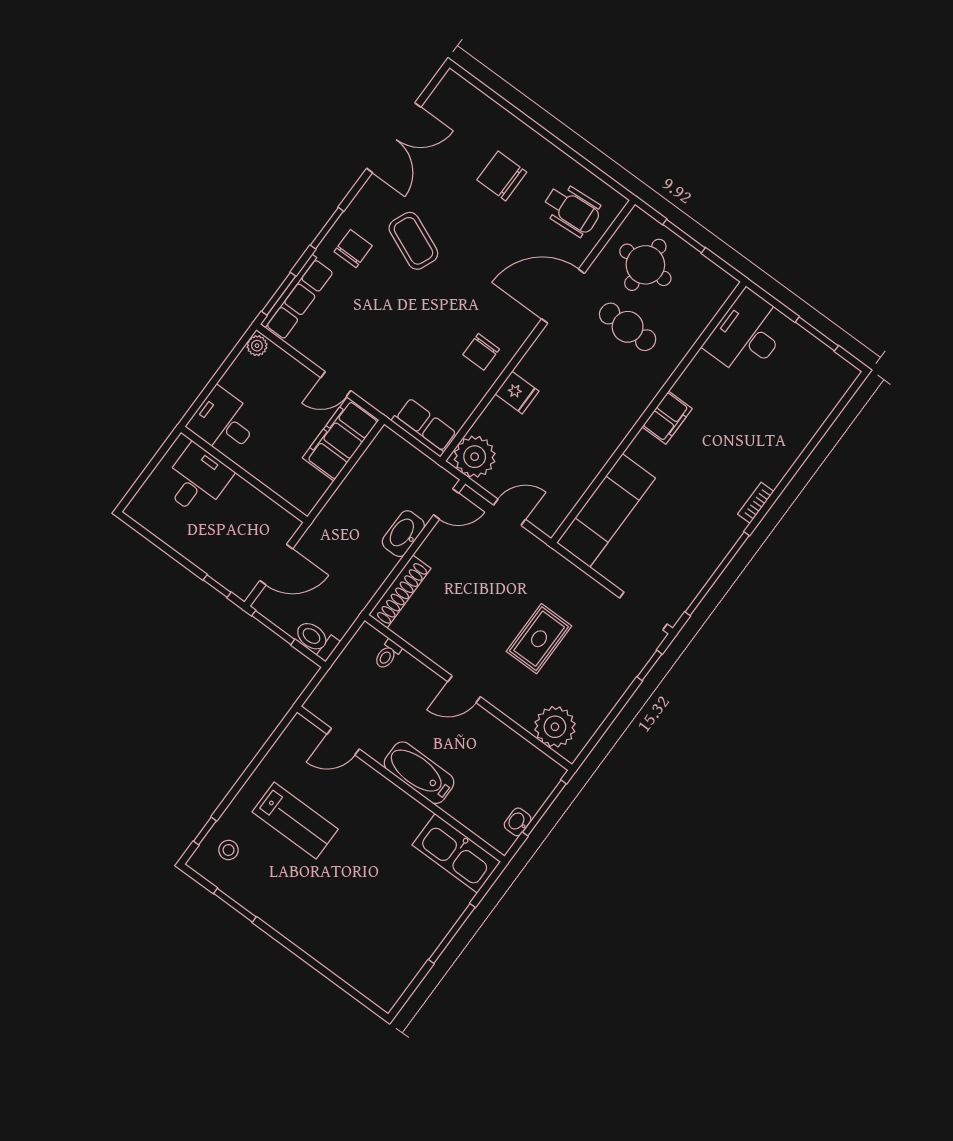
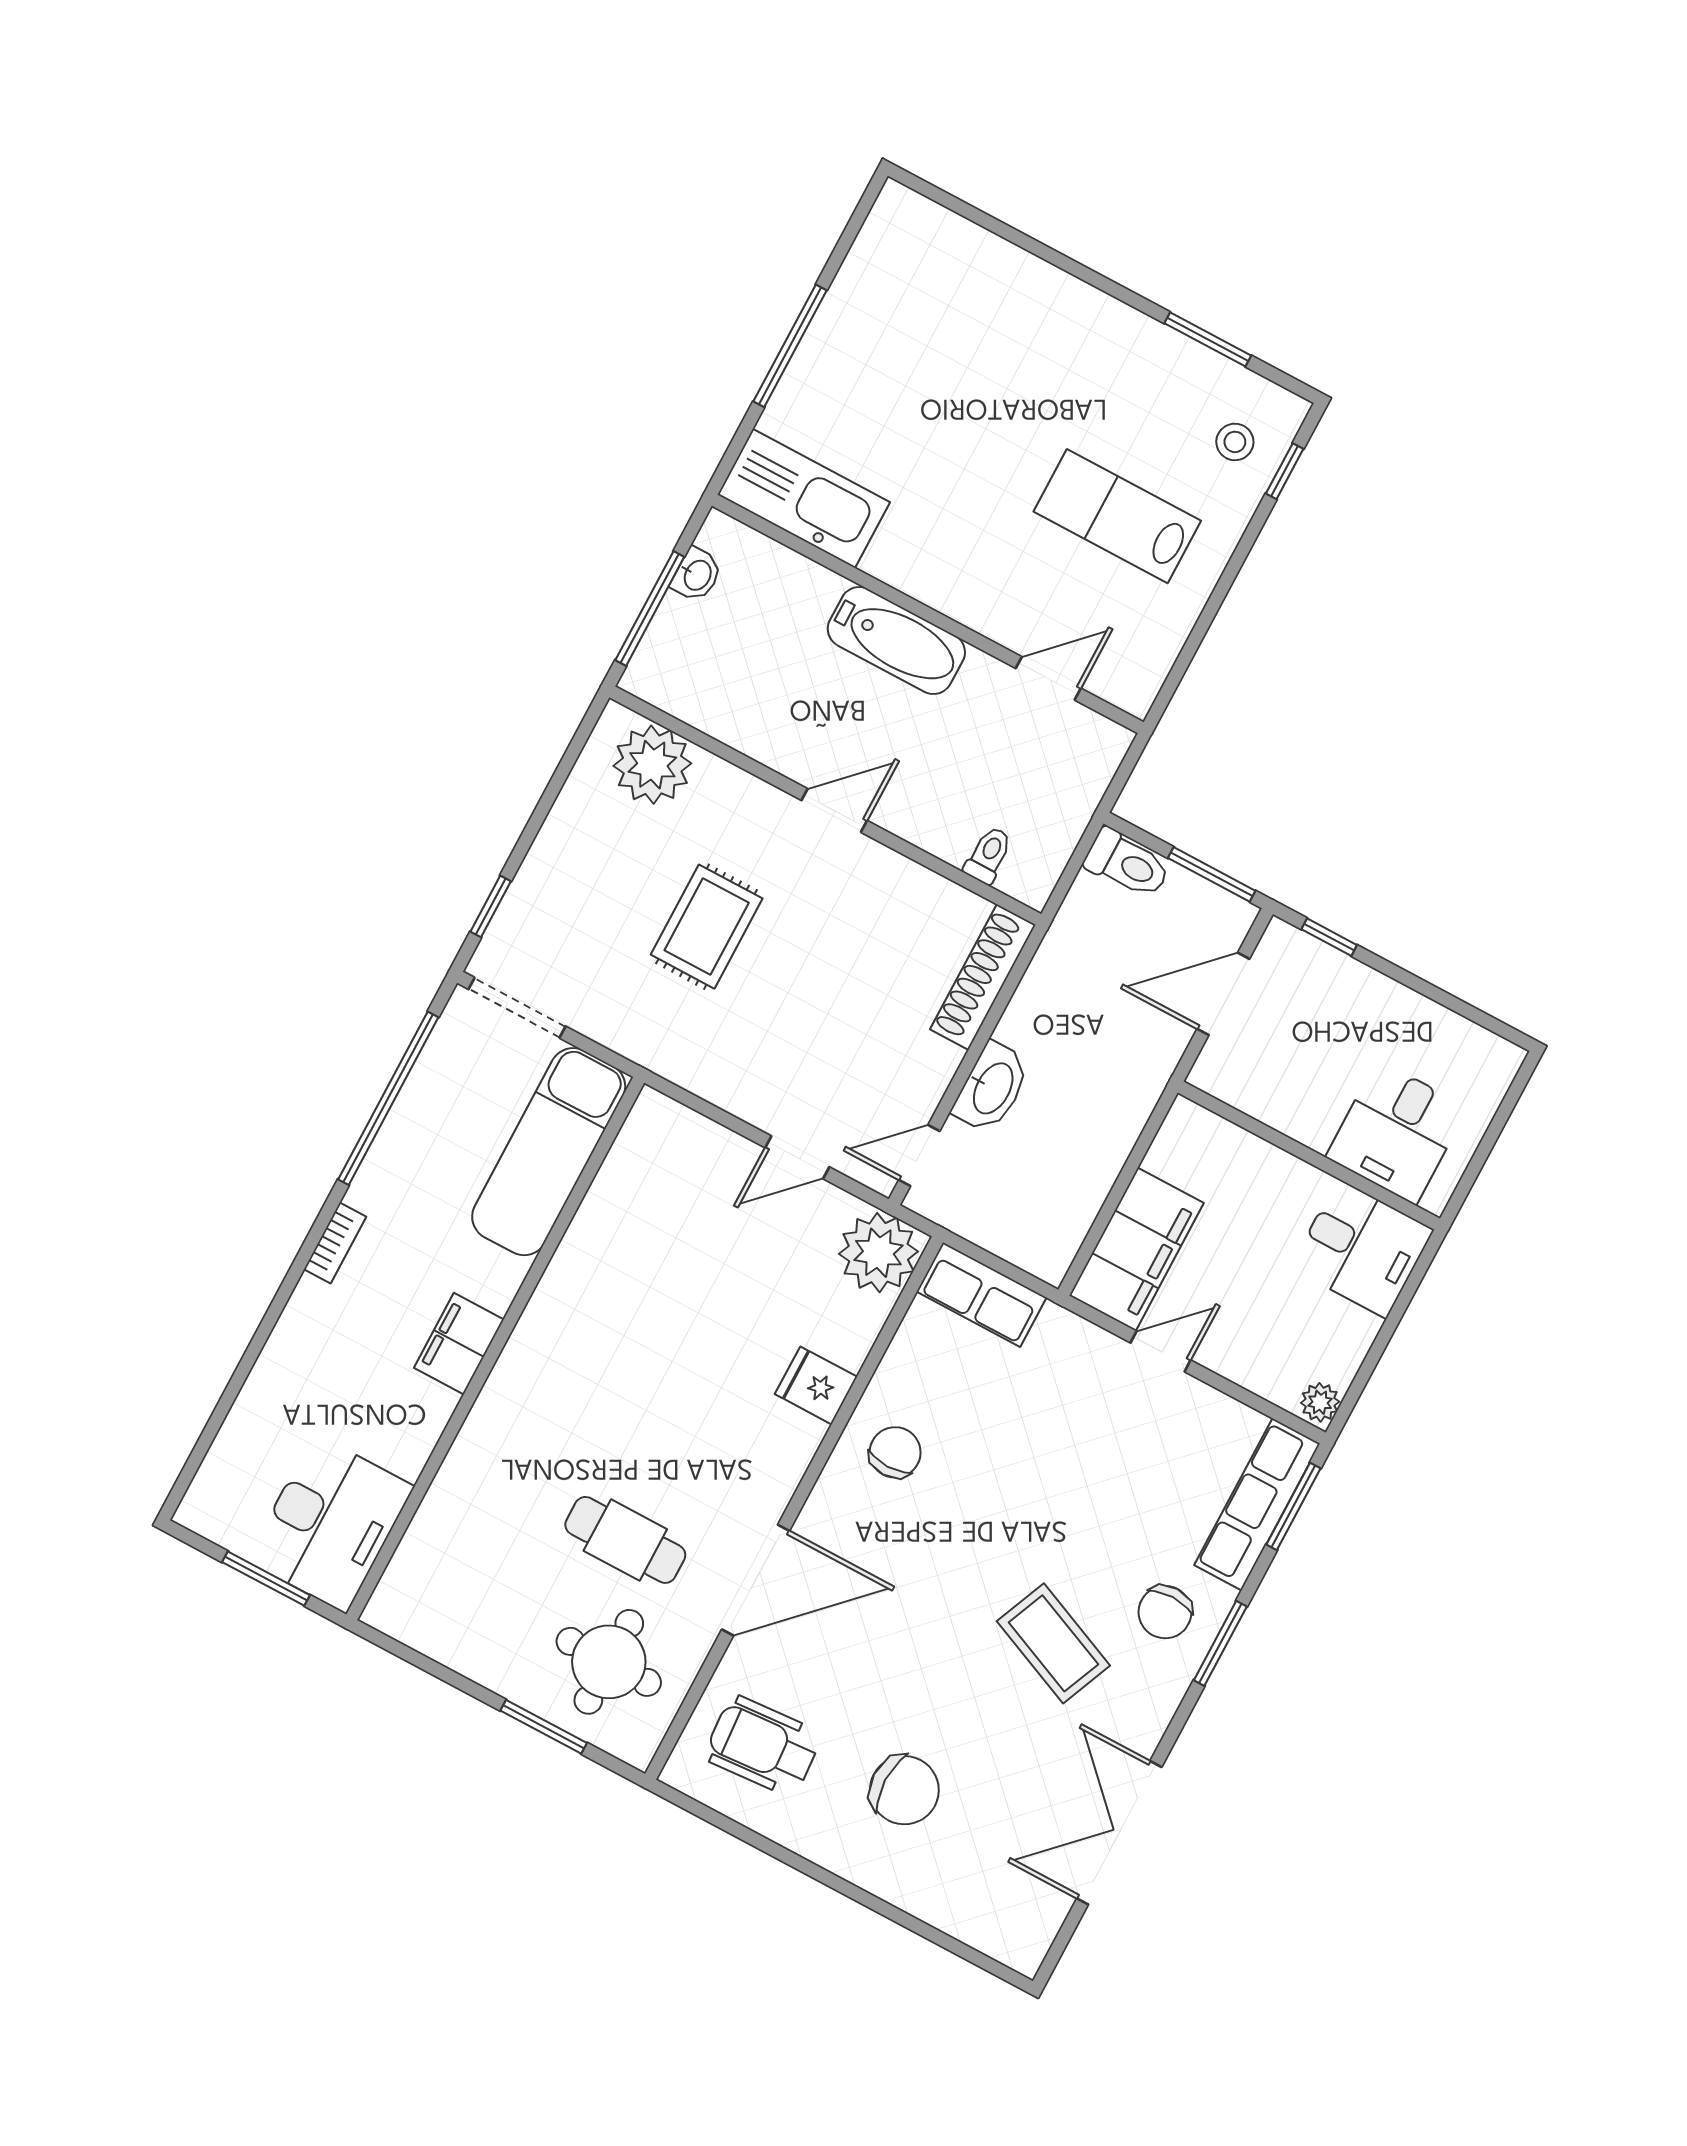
desk: (747, 334) -> (330, 1523), moved
wall: (649, 412) -> (495, 1349), moved
filing cabinet: (667, 418) -> (459, 1344), moved
exam couch: (606, 510) -> (549, 1152), moved

